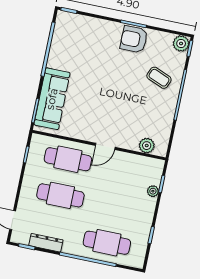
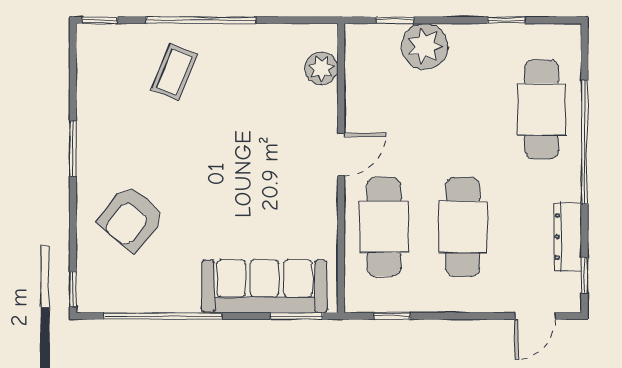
armchair: (134, 39) -> (131, 218), moved, turned 39
plant: (181, 43) -> (93, 41), removed
door: (105, 146) -> (341, 155), hinge flipped
plant: (153, 191) -> (425, 46), width x1.87, depth x1.87

